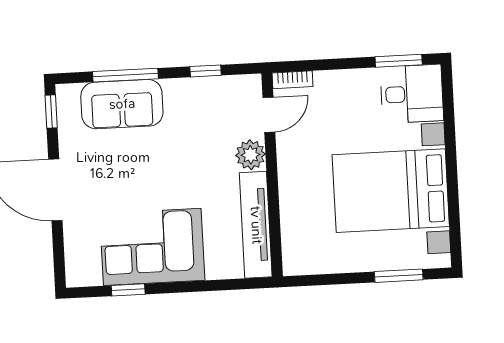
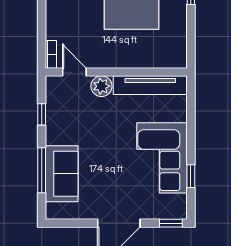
window: (51, 112) -> (171, 223), moved

